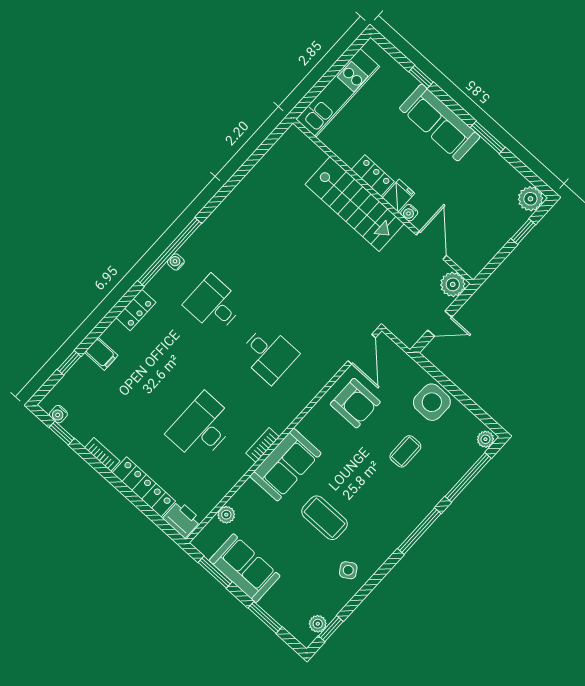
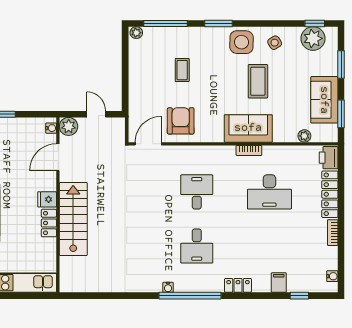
water cooler: (409, 213) -> (51, 128), moved
water cooler: (176, 262) -> (168, 287), moved
side table: (432, 402) -> (241, 42), moved
window: (62, 433) -> (341, 265), removed
coffee table: (405, 451) -> (182, 70), turned 90
window: (419, 531) -> (219, 23), width x0.69
plant: (318, 624) -> (313, 38), width x1.87, depth x1.87

